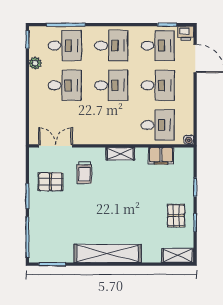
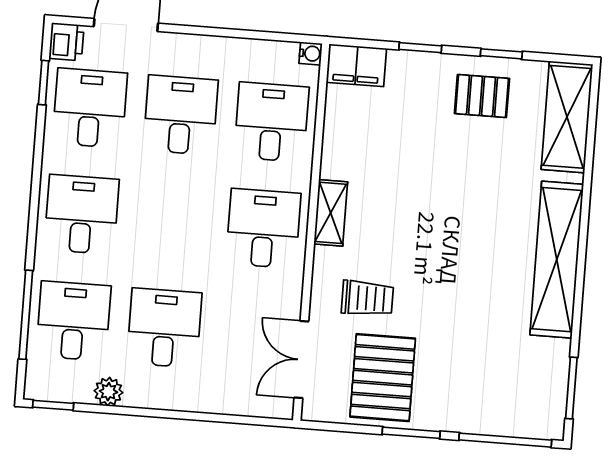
desk: (111, 85) -> (263, 228), moved
filing cabinet: (161, 156) -> (356, 65), moved, turned 90
pallet: (50, 182) -> (383, 378), width x1.50, depth x1.42
shelving: (178, 256) -> (567, 117), width x1.50, depth x1.33

